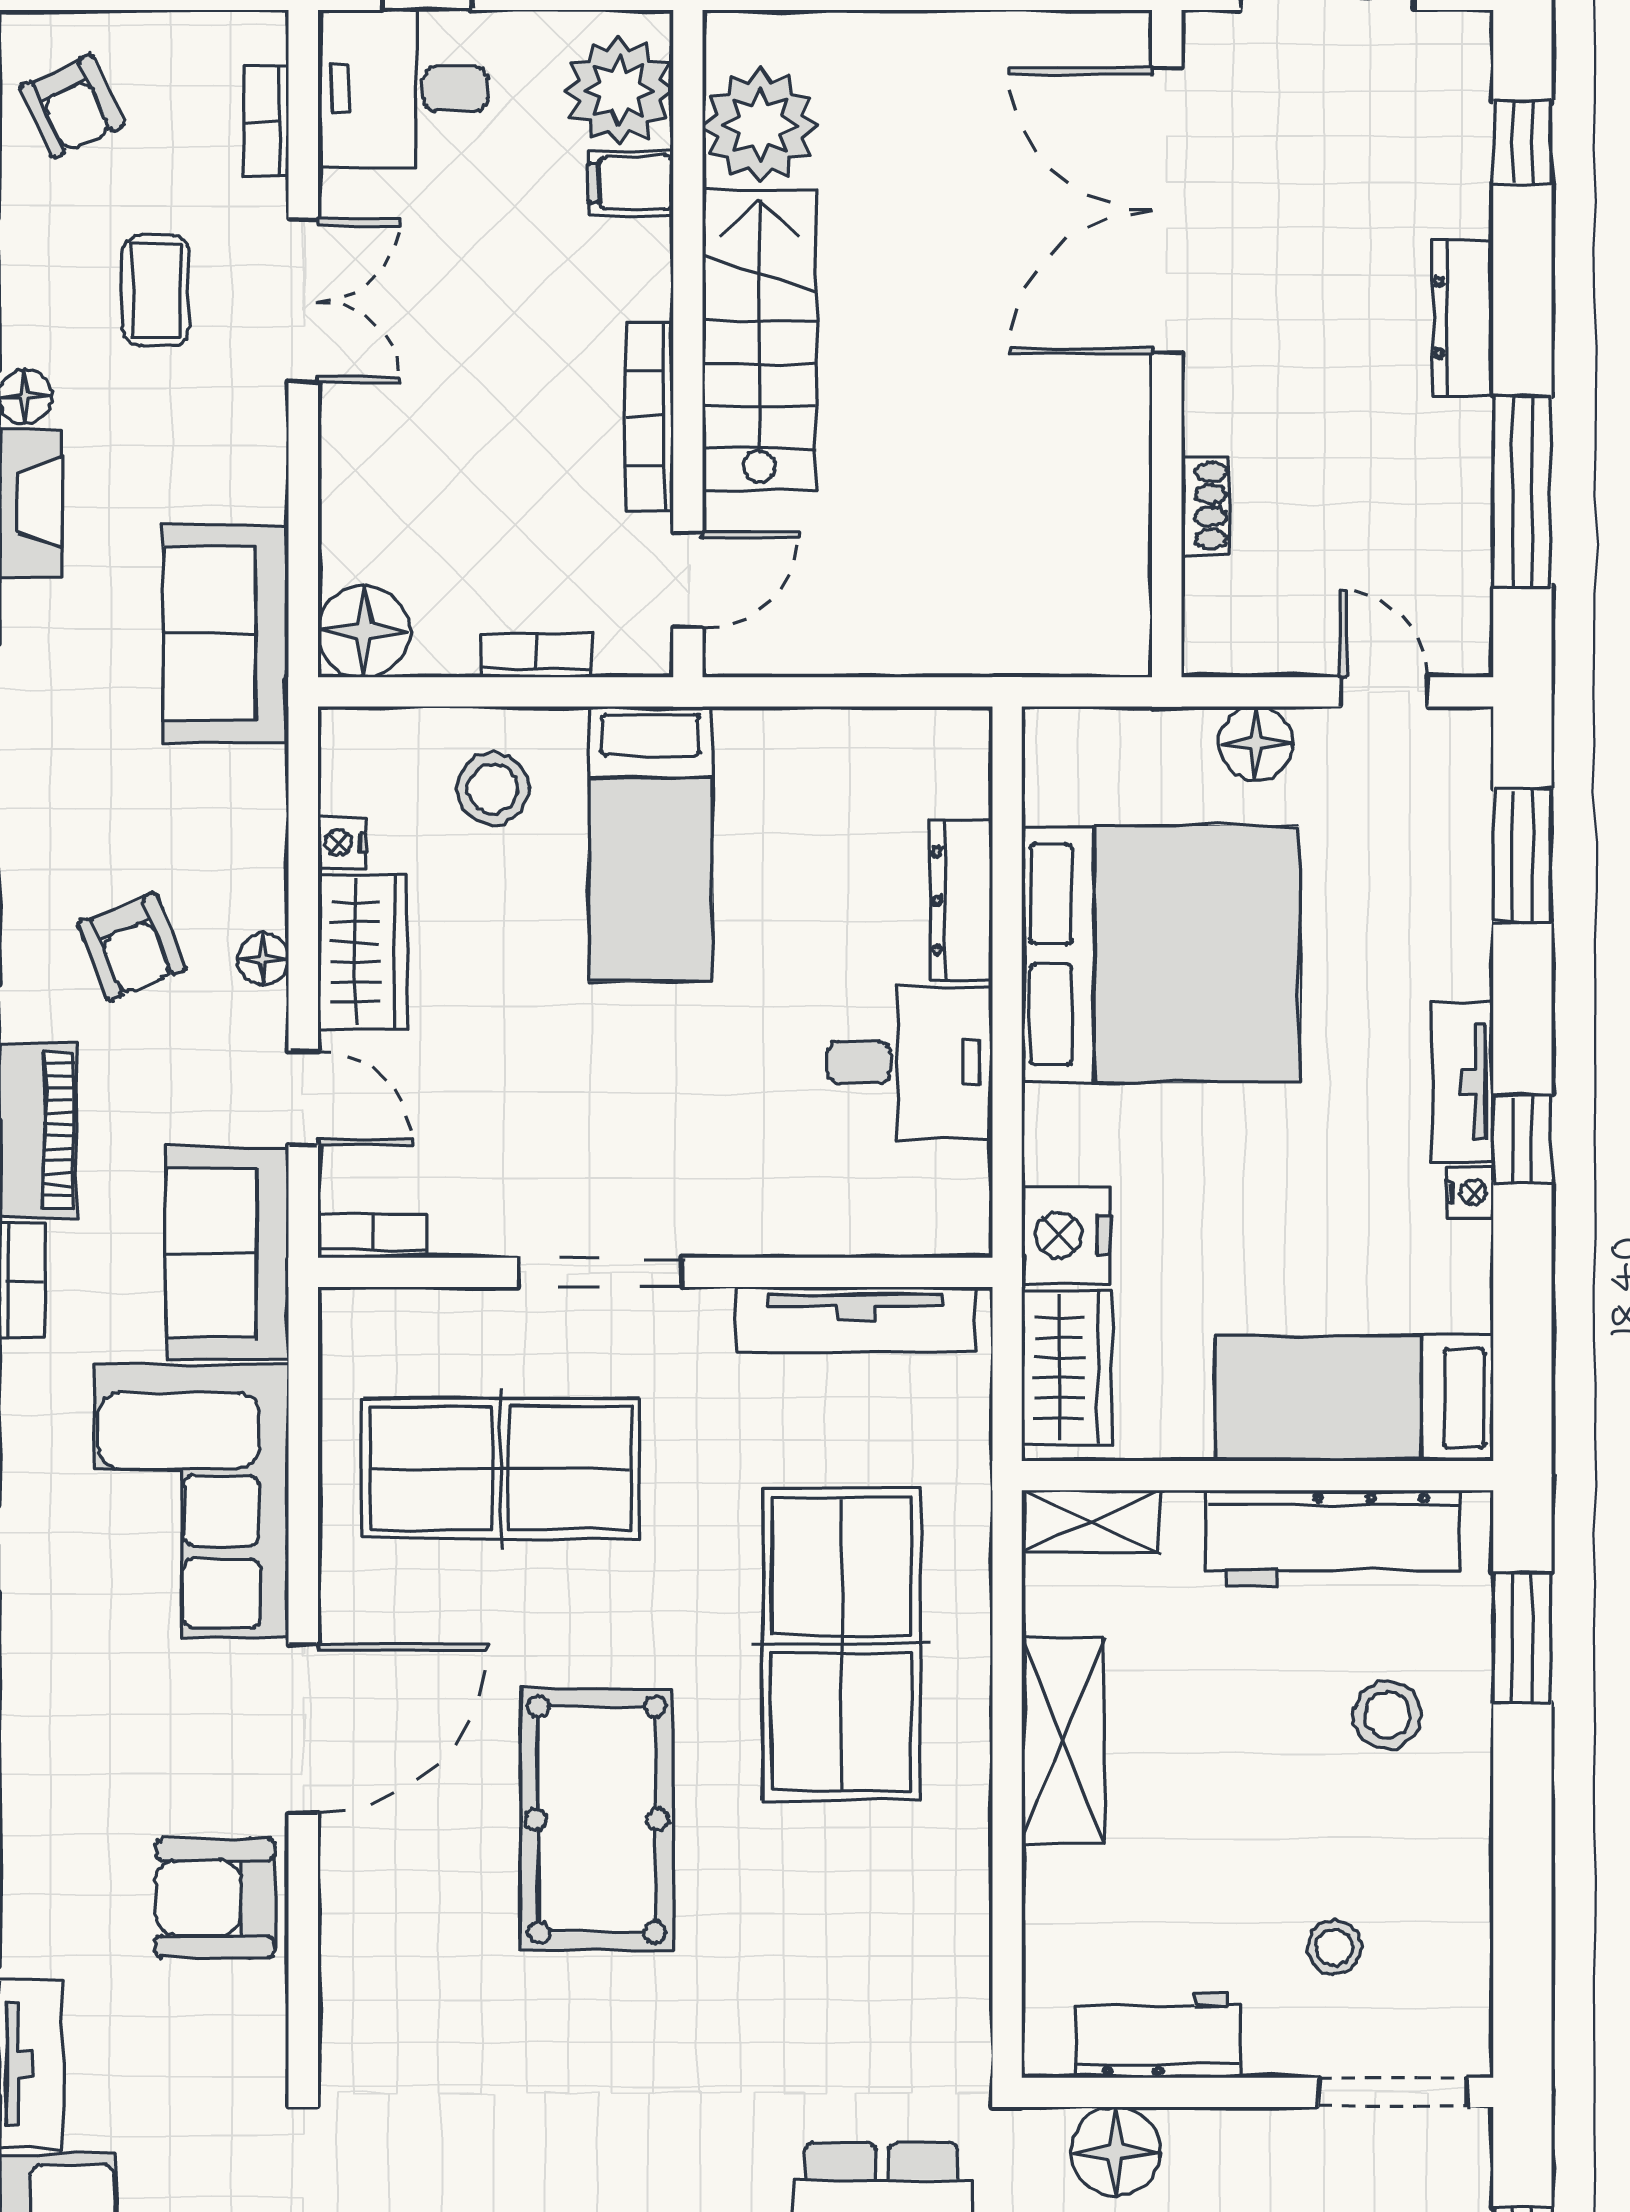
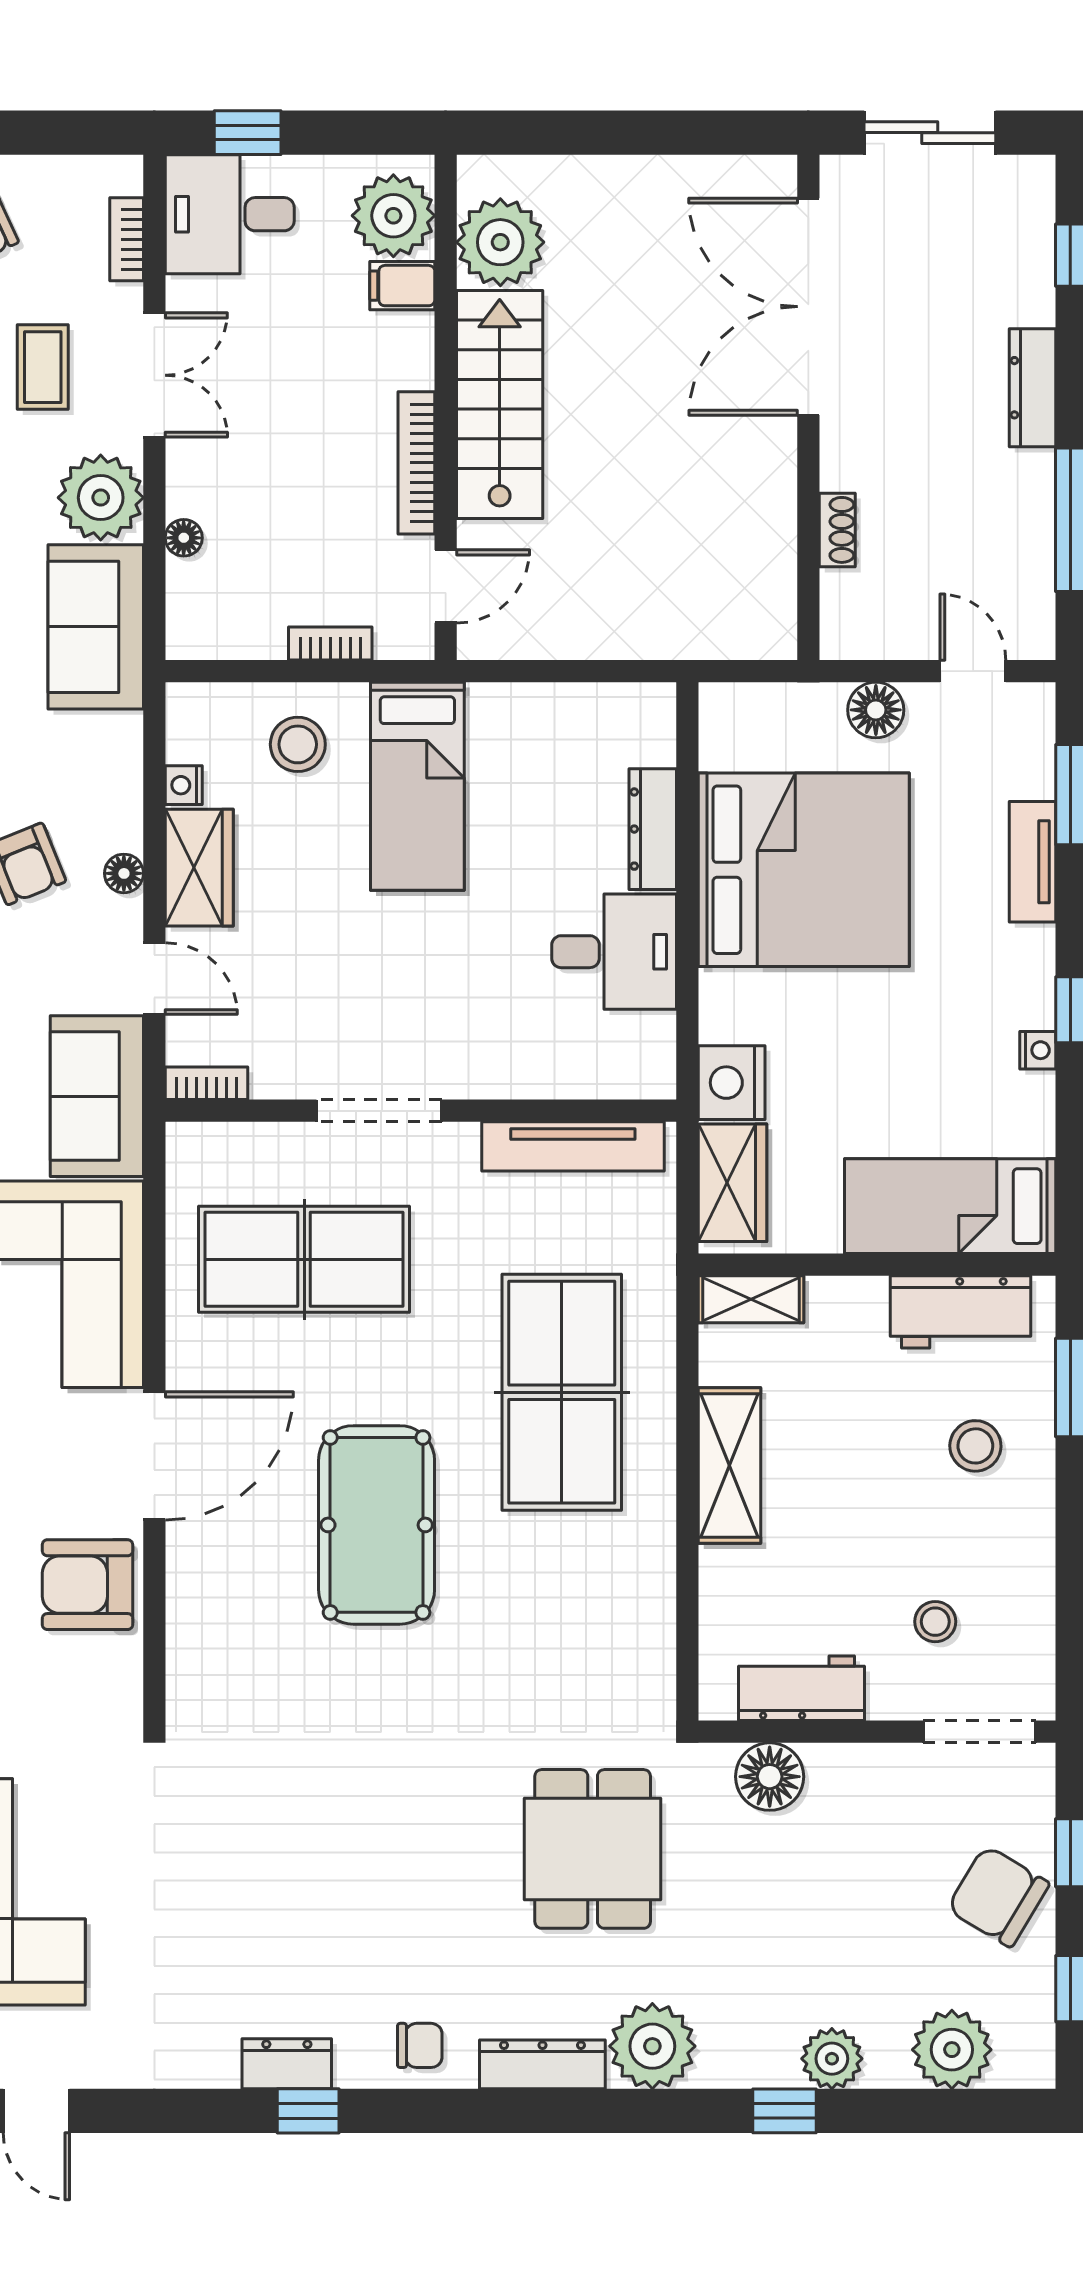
plant: (232, 463) -> (101, 498), added
floor lamp: (364, 631) -> (184, 538), moved, width x0.53, depth x0.53
tv unit: (1463, 1082) -> (1032, 862), moved
workbench: (1333, 1538) -> (960, 1312), width x0.73

